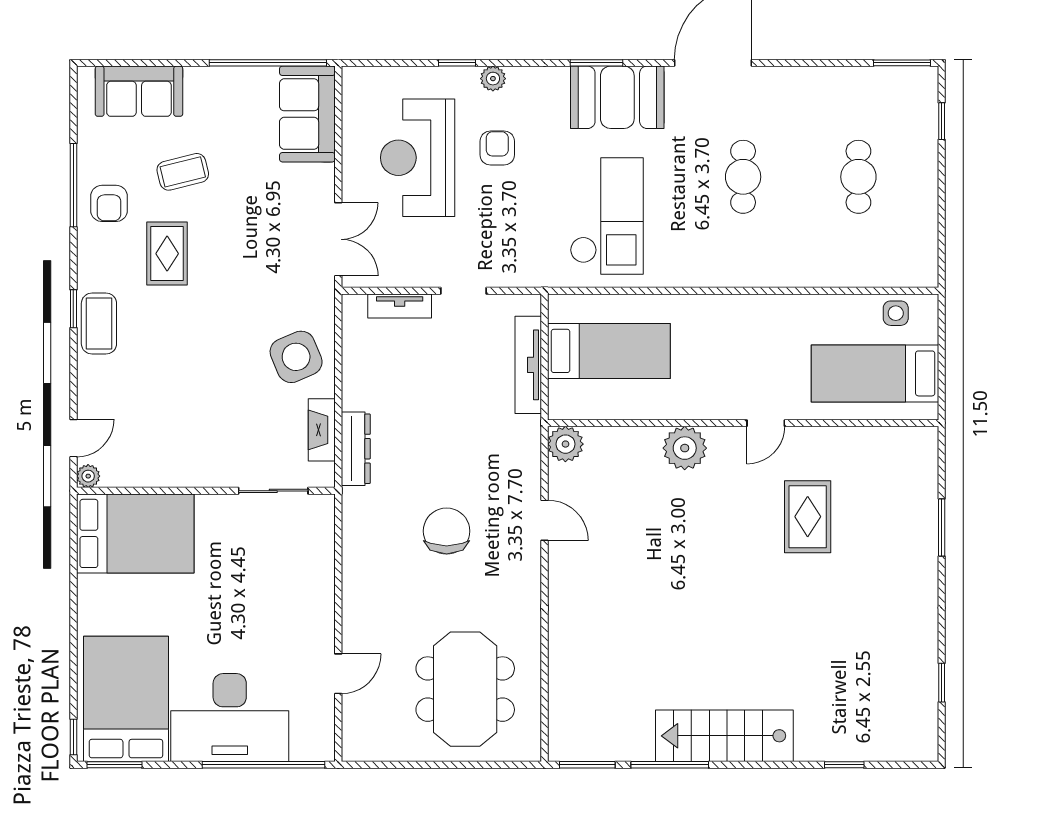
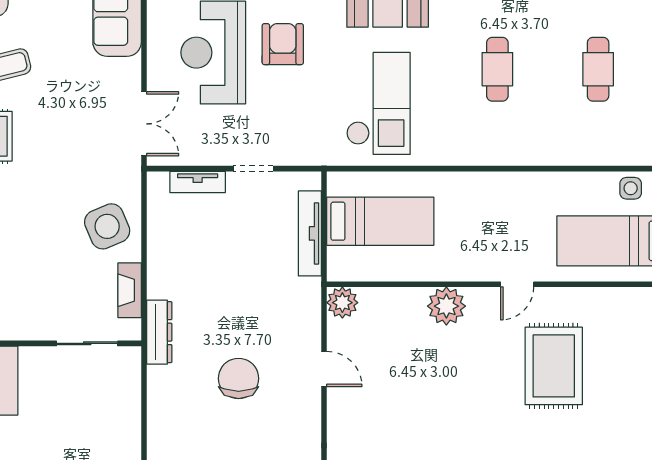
armchair: (497, 148) -> (283, 44), width x1.38, depth x1.38
dresser: (356, 449) -> (159, 332), moved
rug: (808, 517) -> (554, 366), width x1.36, depth x1.43

